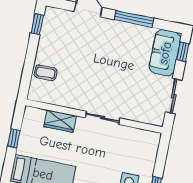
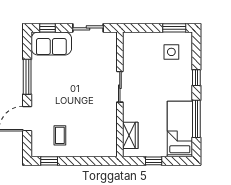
coffee table: (46, 73) -> (60, 135), moved
wardrobe: (60, 121) -> (130, 135), moved

